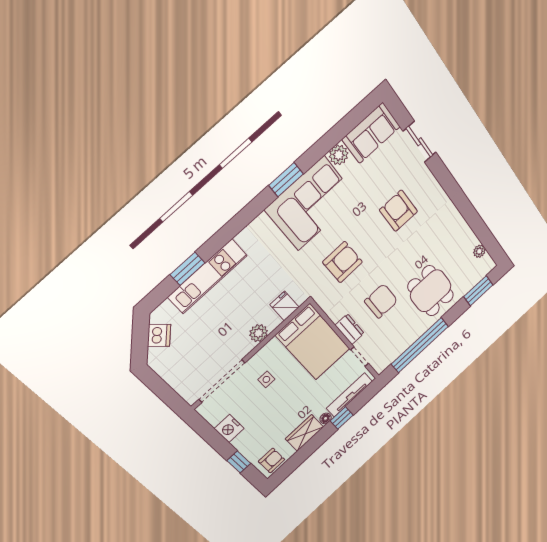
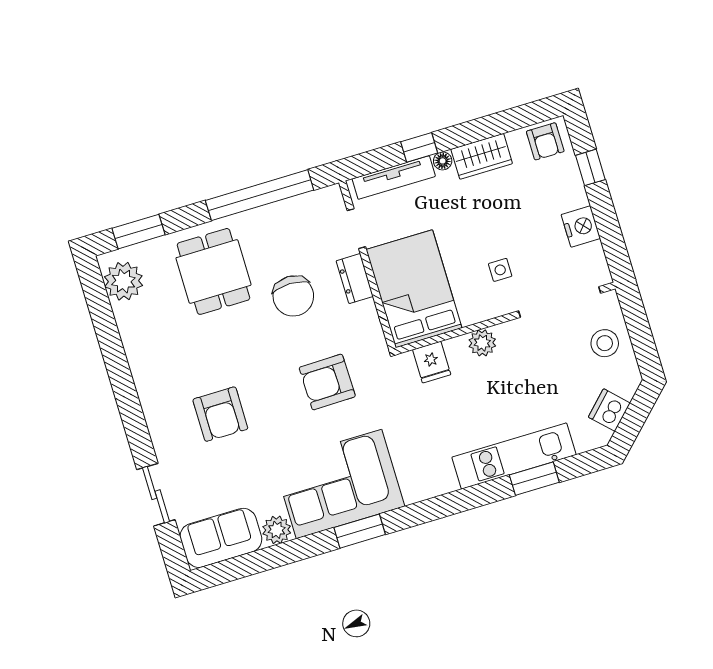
plant: (479, 251) -> (123, 281), width x1.87, depth x1.87
chair: (381, 301) -> (293, 296), turned -90
stool: (182, 373) -> (605, 343), added
armchair: (272, 460) -> (545, 141), turned -90

